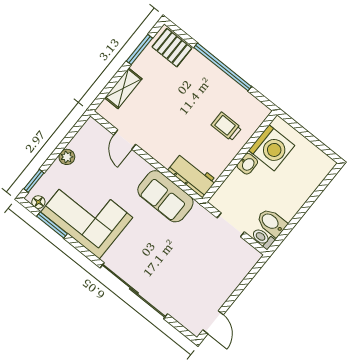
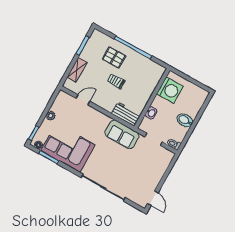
pallet: (172, 48) -> (114, 58), moved
trolley: (226, 126) -> (116, 81), moved
door: (125, 140) -> (83, 100), swing flipped
washbasin: (247, 164) -> (151, 113), moved
sofa: (165, 196) -> (122, 134), moved
bidet: (272, 222) -> (185, 120), moved

